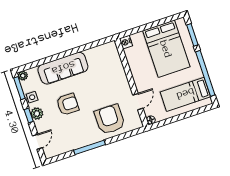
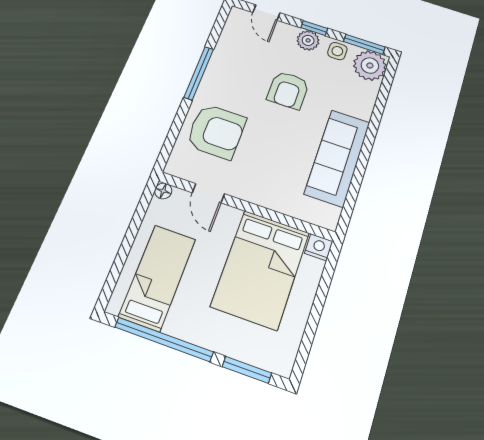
bed: (166, 49) -> (260, 269), moved, turned -90
sofa: (63, 68) -> (337, 158), moved
plant: (23, 76) -> (370, 65), width x1.88, depth x1.88

